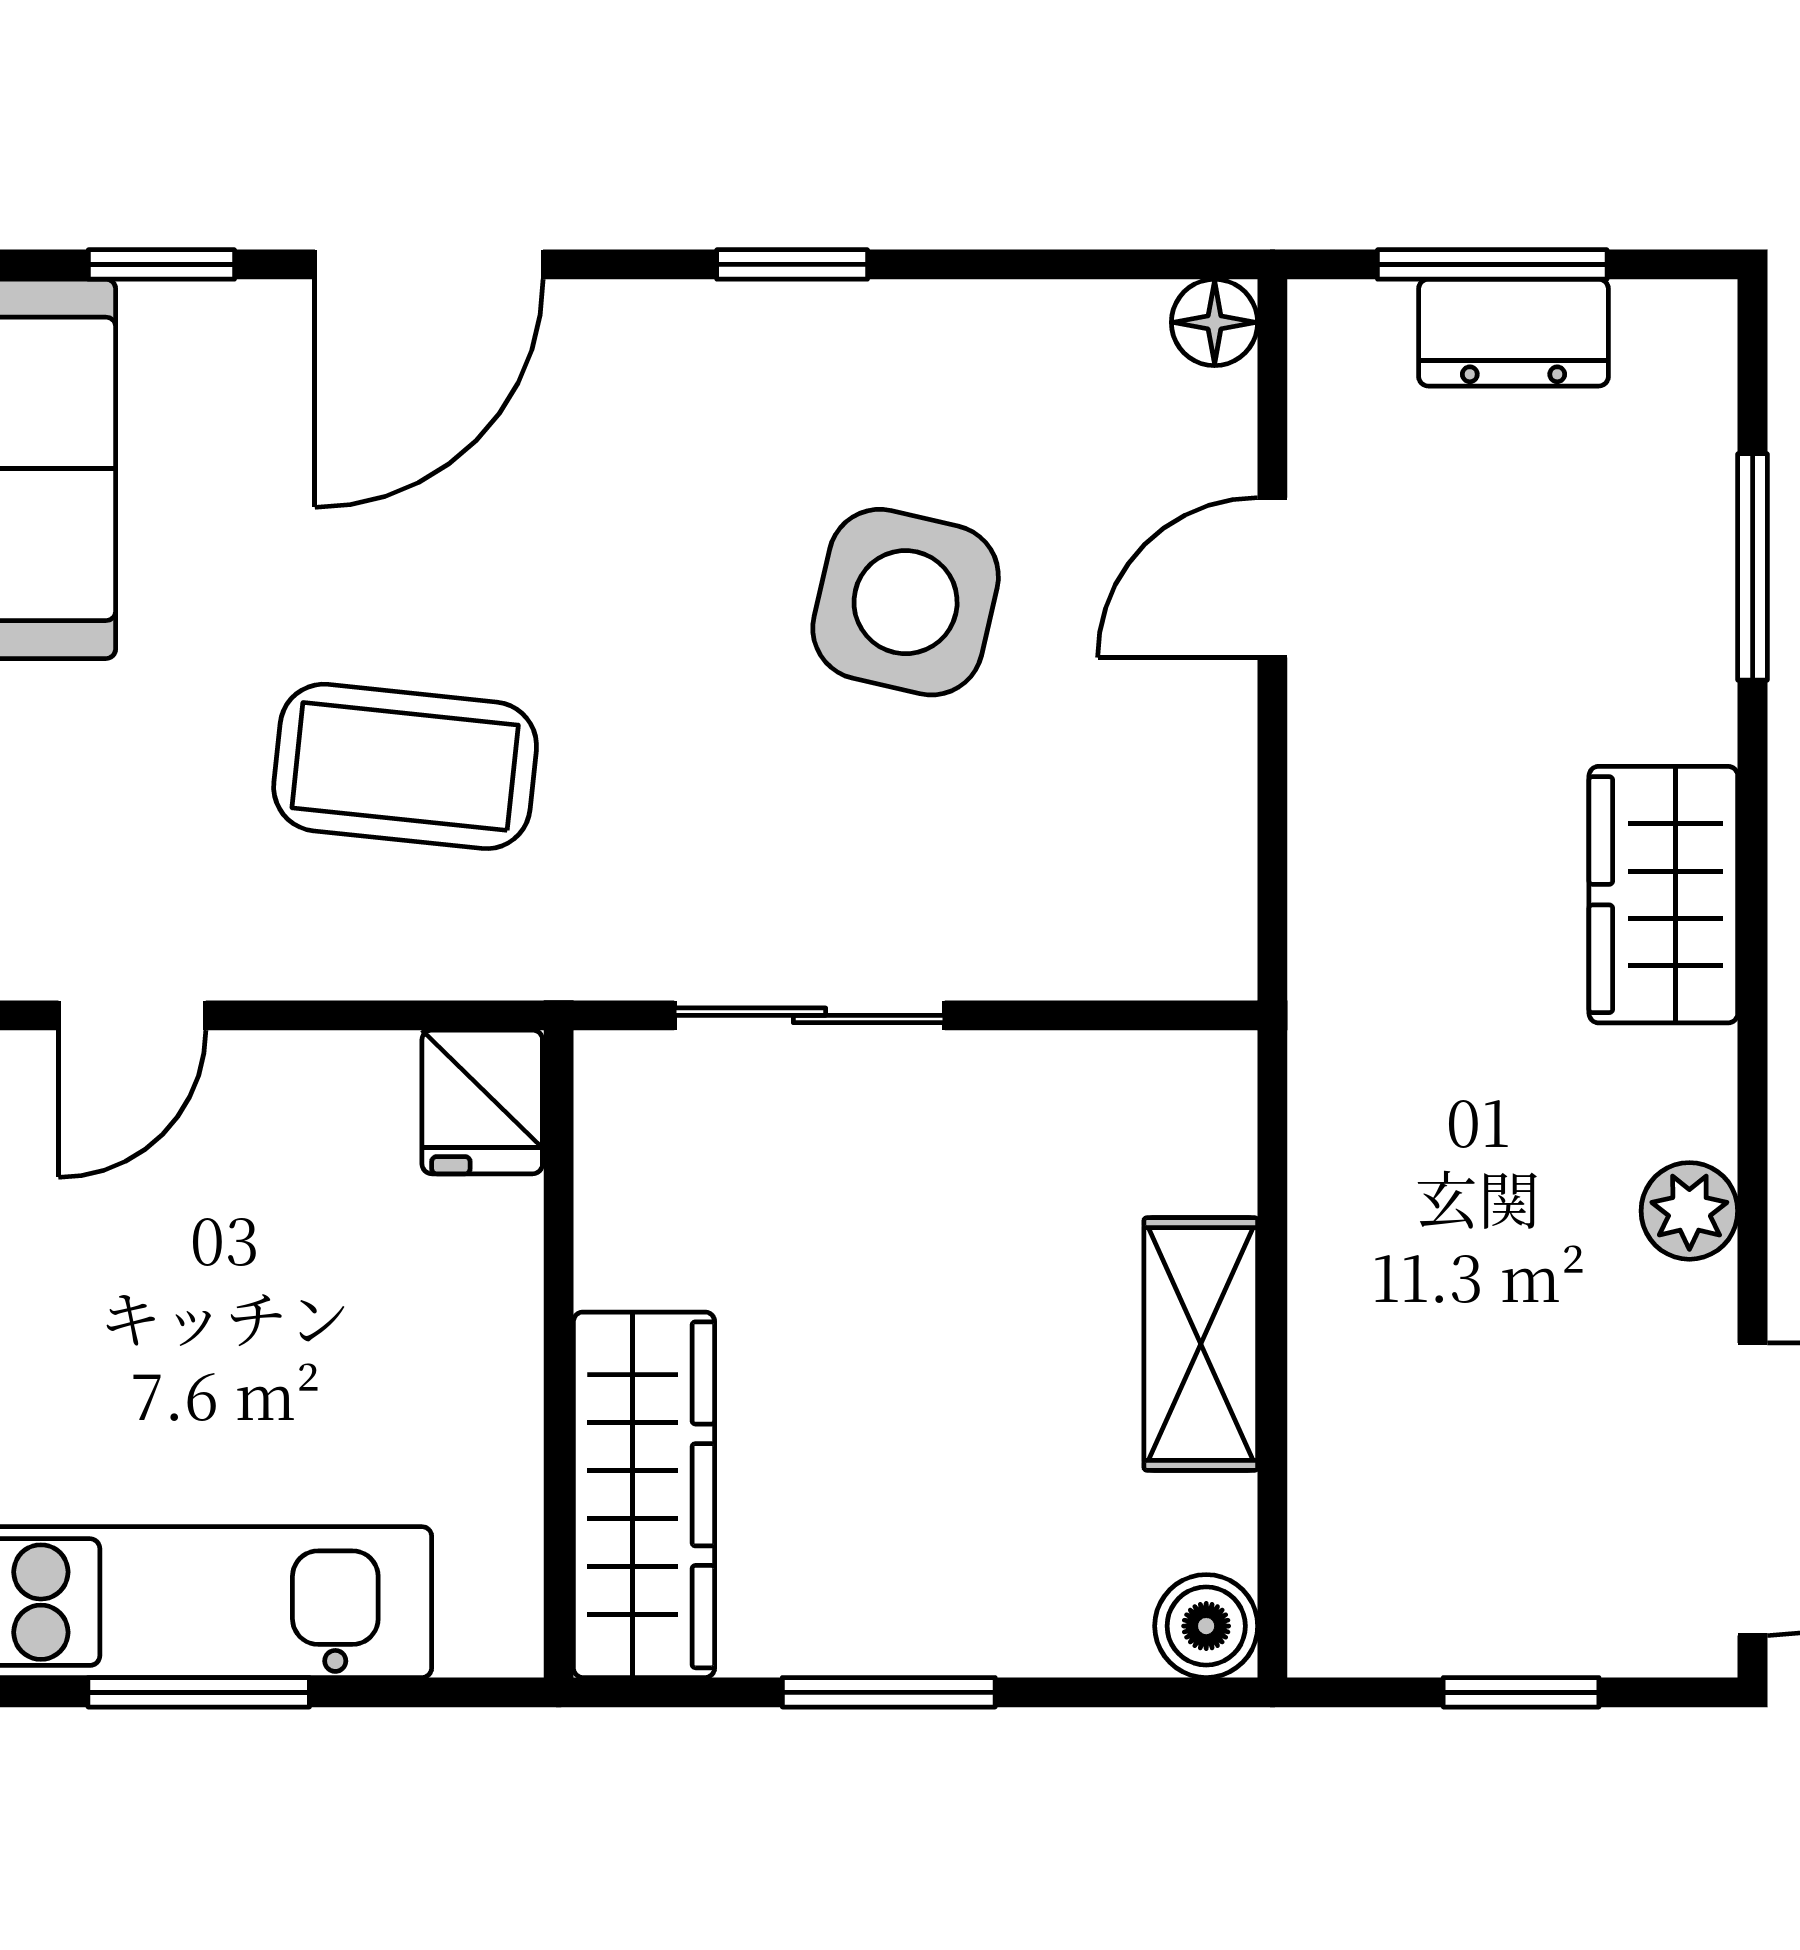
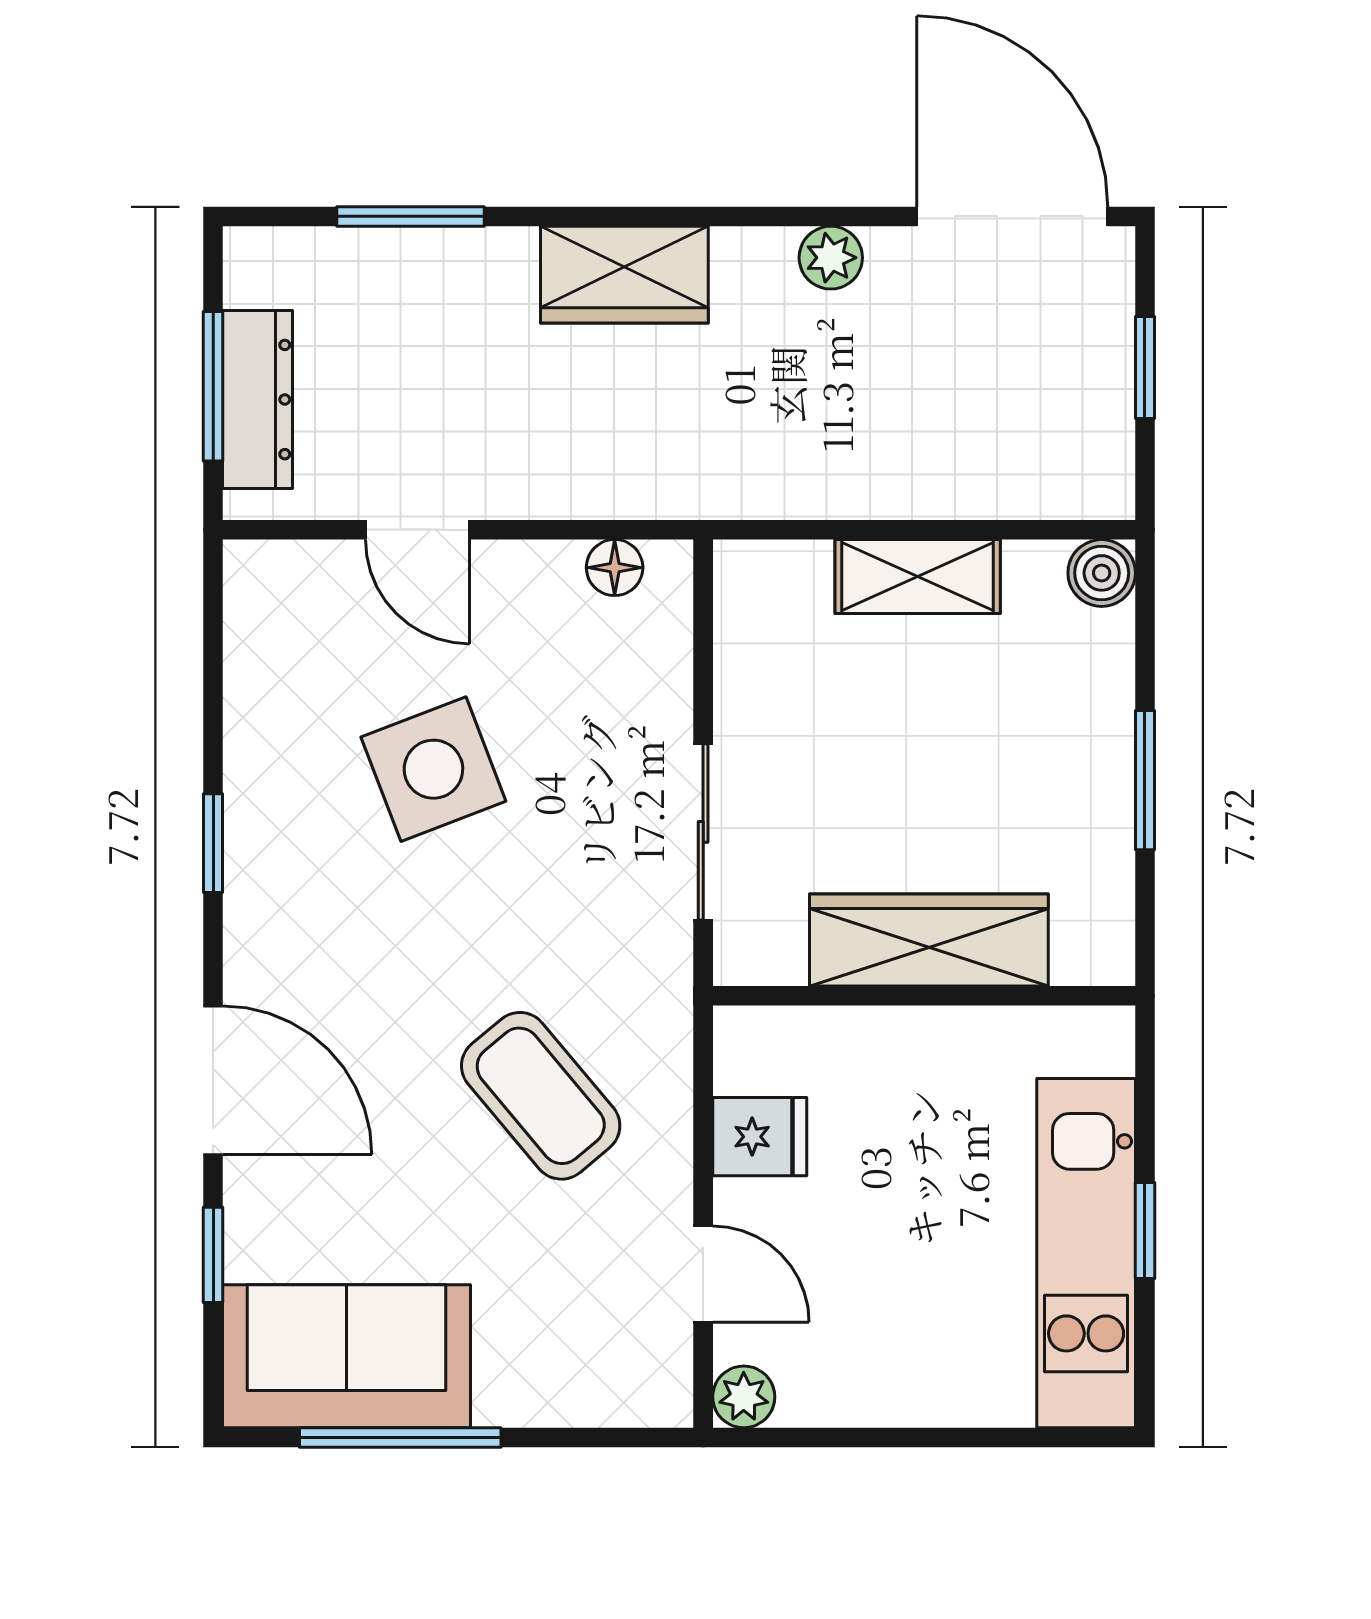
floor lamp: (1215, 322) -> (615, 568), moved
dresser: (1514, 333) -> (258, 400), width x1.44
side table: (906, 602) -> (433, 769), turned -34
coffee table: (405, 766) -> (541, 1096), turned -46
fridge: (482, 1102) -> (760, 1137), moved
wardrobe: (644, 1495) -> (929, 940), moved
window: (199, 1692) -> (1145, 1231), width x0.67

